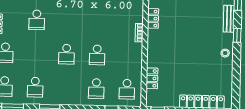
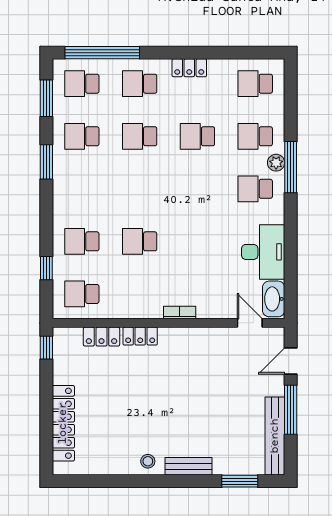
locker: (153, 18) -> (140, 336), moved
bench: (229, 19) -> (188, 466), moved
window: (237, 35) -> (179, 481), removed
school desk: (66, 54) -> (140, 136), moved

